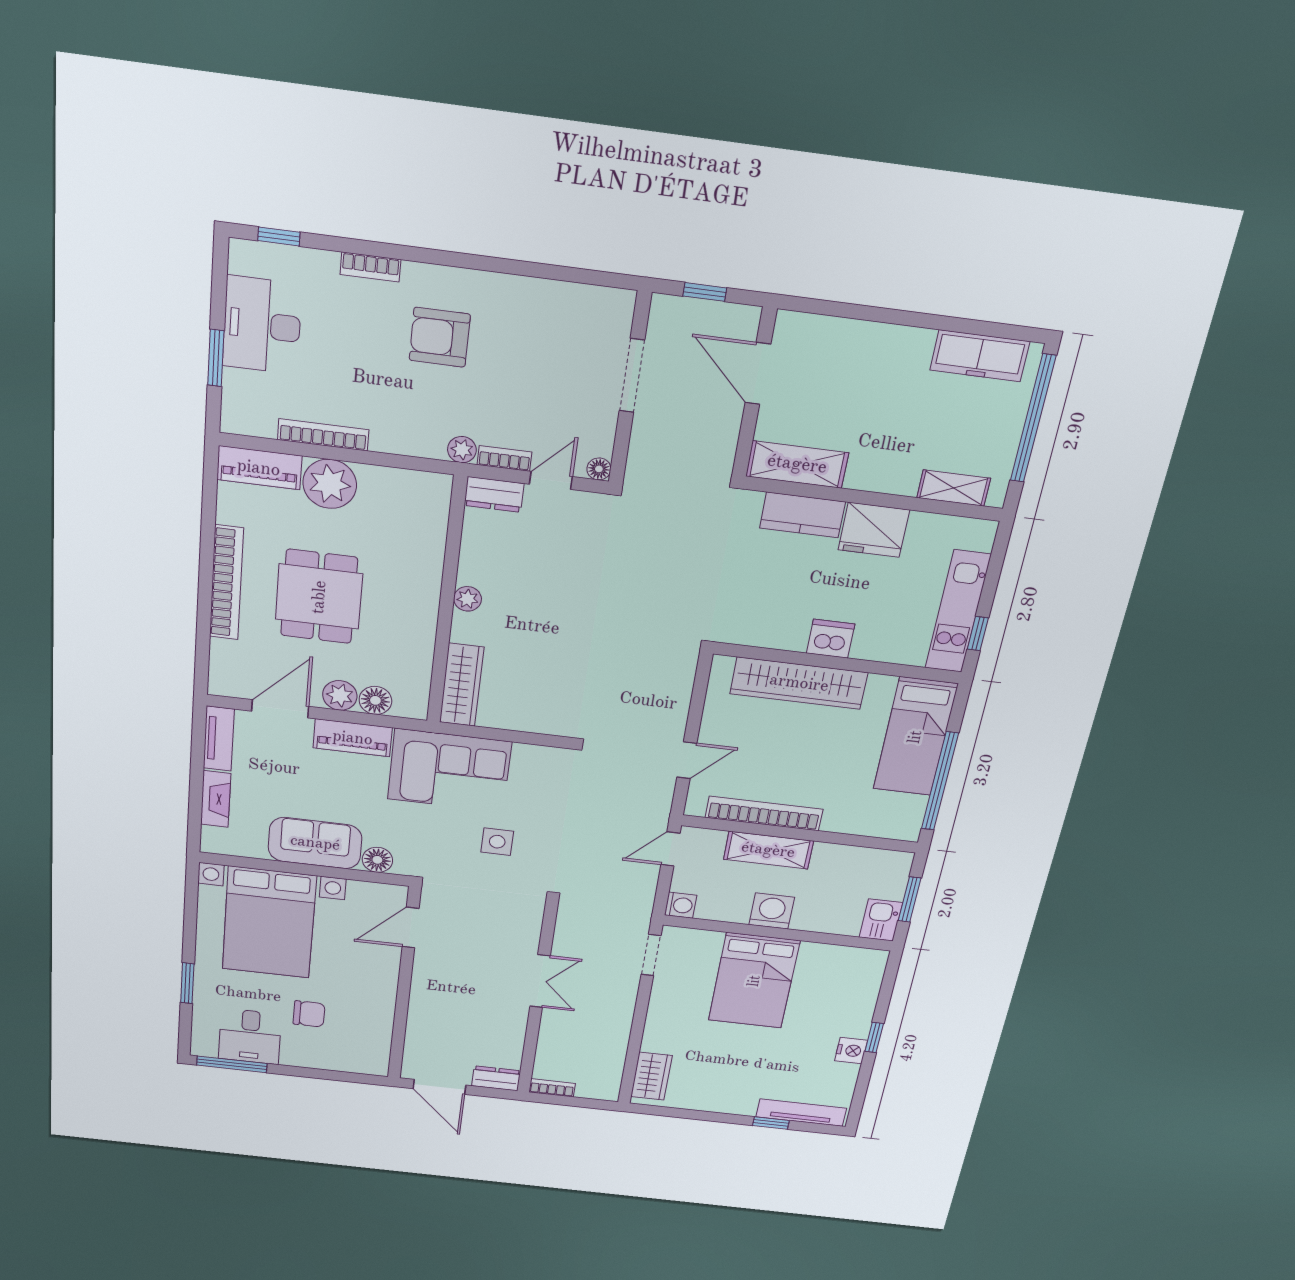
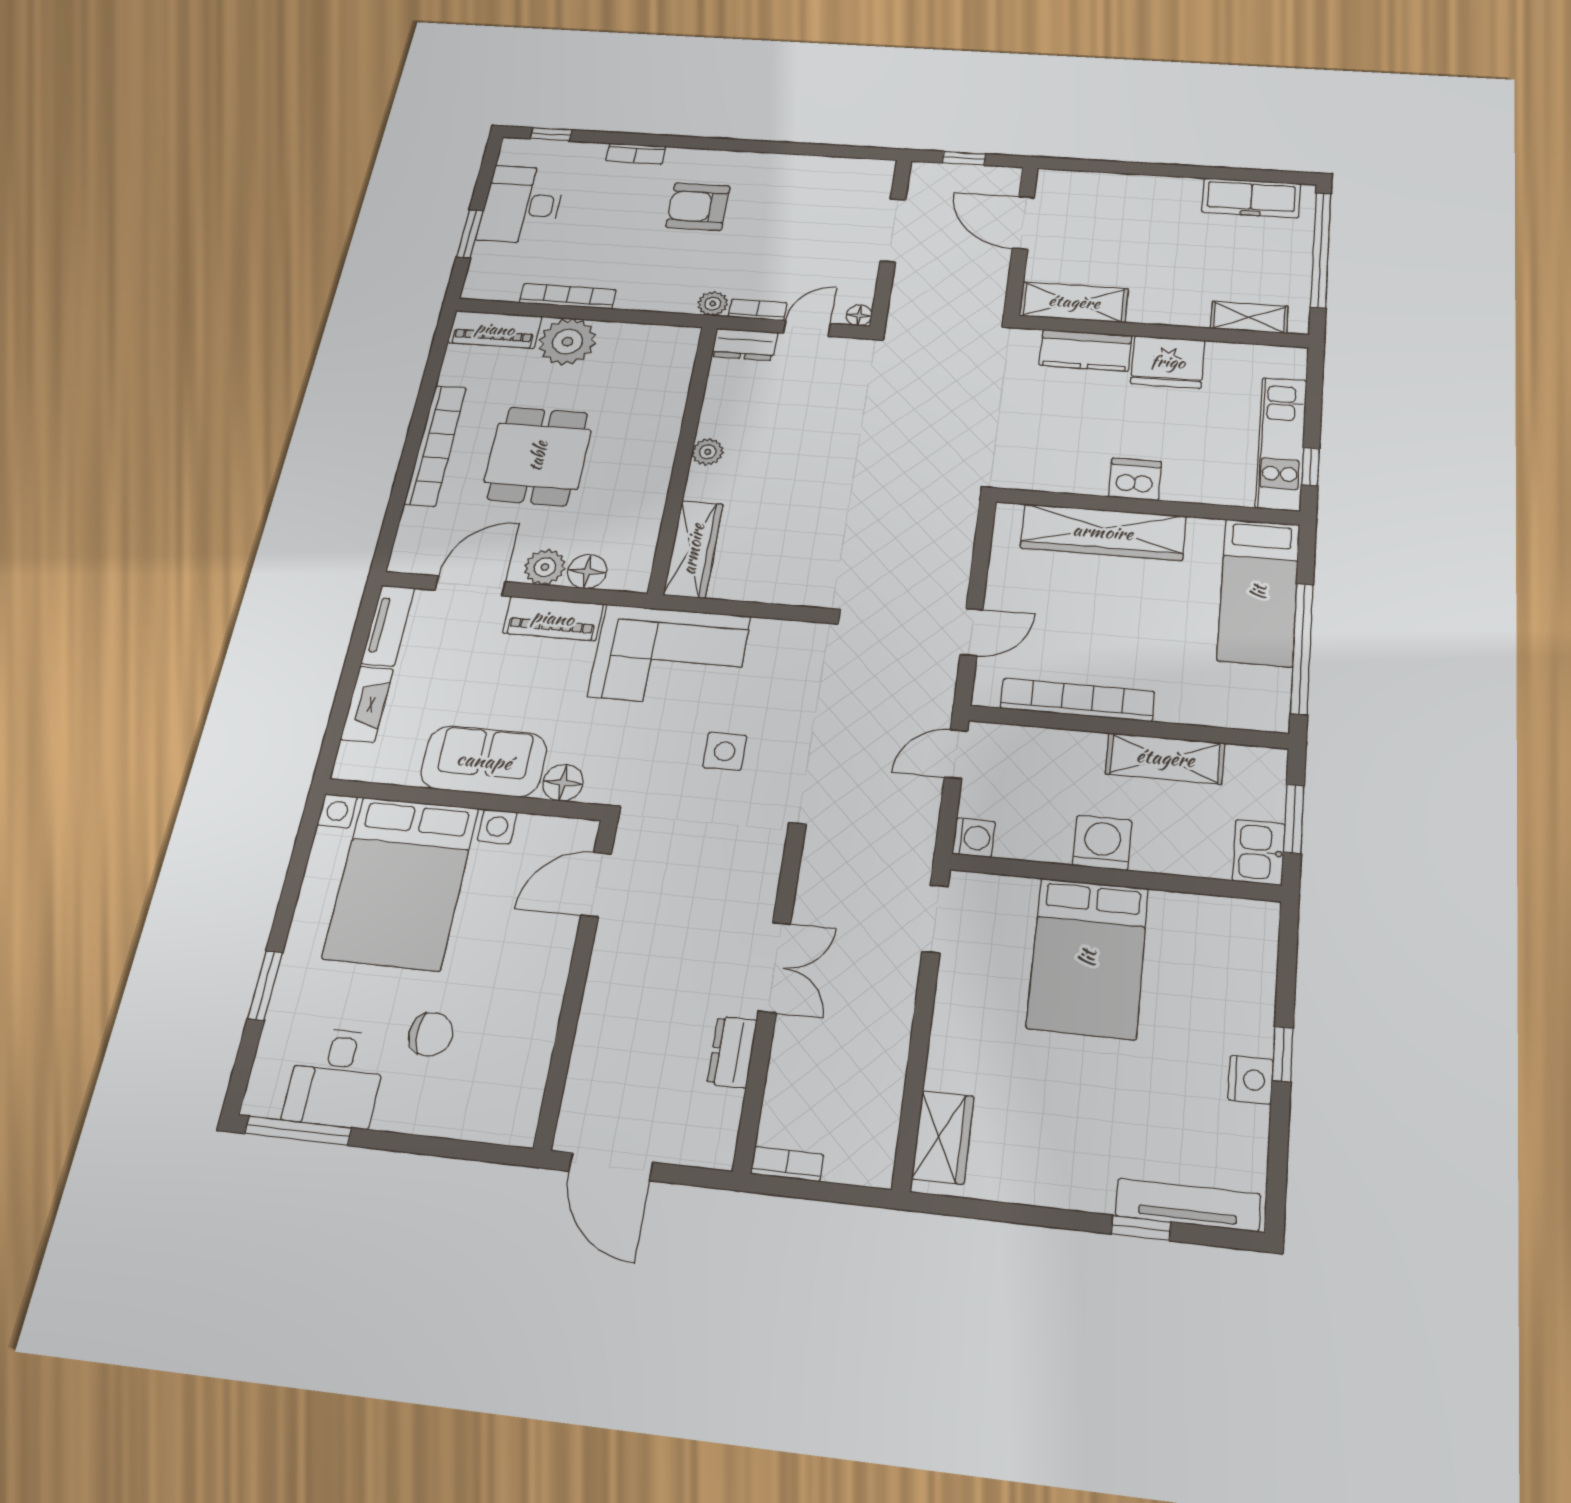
shelving: (768, 850) -> (1165, 758), moved
dresser: (496, 1078) -> (732, 1052), moved, turned -90

